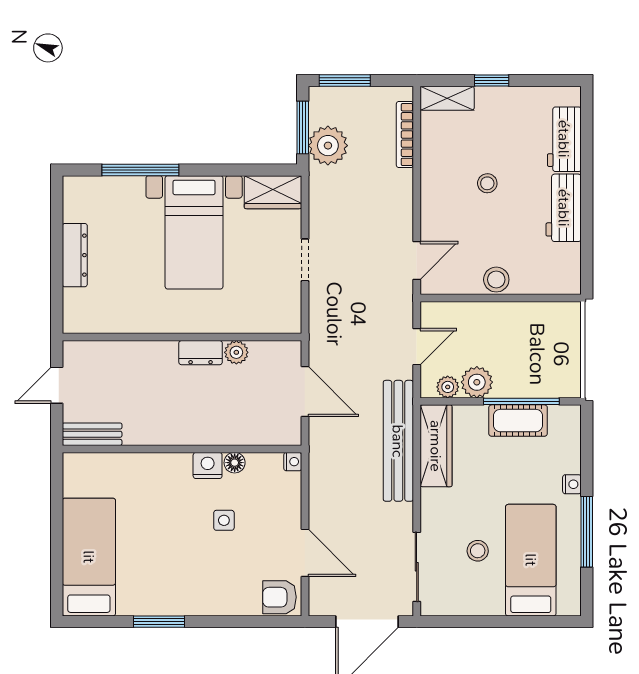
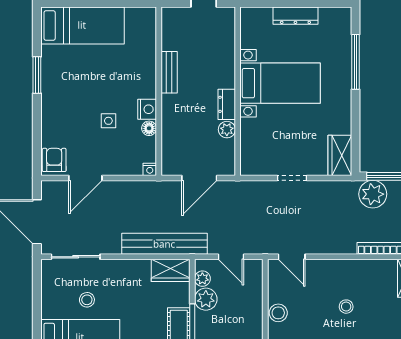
bed with nightstands: (194, 232) -> (280, 83), moved, turned 180
bench: (92, 434) -> (169, 72), moved
wardrobe: (436, 446) -> (171, 270), width x0.67

